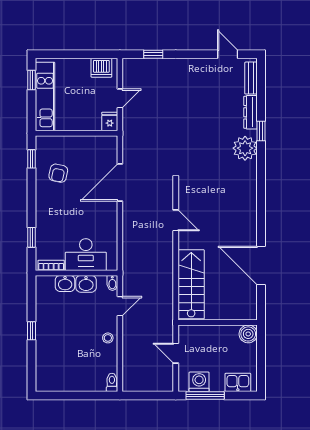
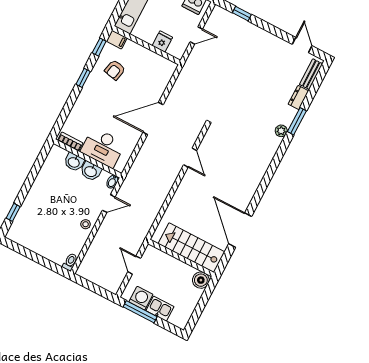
dresser: (251, 112) -> (298, 97), width x0.70
fridge: (110, 122) -> (162, 42), moved
window: (261, 131) -> (297, 121), width x1.50
filing cabinet: (45, 143) -> (117, 40), added
plant: (245, 148) -> (281, 131), width x0.53, depth x0.53
door: (120, 183) -> (153, 118), moved
window: (31, 237) -> (83, 78), moved
stairs: (191, 284) -> (191, 248), moved, turned -90
window: (31, 331) -> (13, 212), moved
kitchen sink: (238, 382) -> (160, 309), moved

